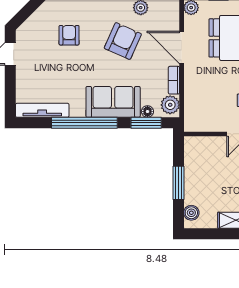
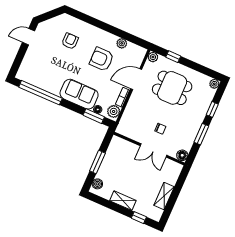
armchair: (123, 41) -> (102, 59), turned -114
door: (182, 47) -> (136, 79), hinge flipped
tv unit: (42, 110) -> (33, 80), removed
window: (84, 123) -> (40, 93), moved

